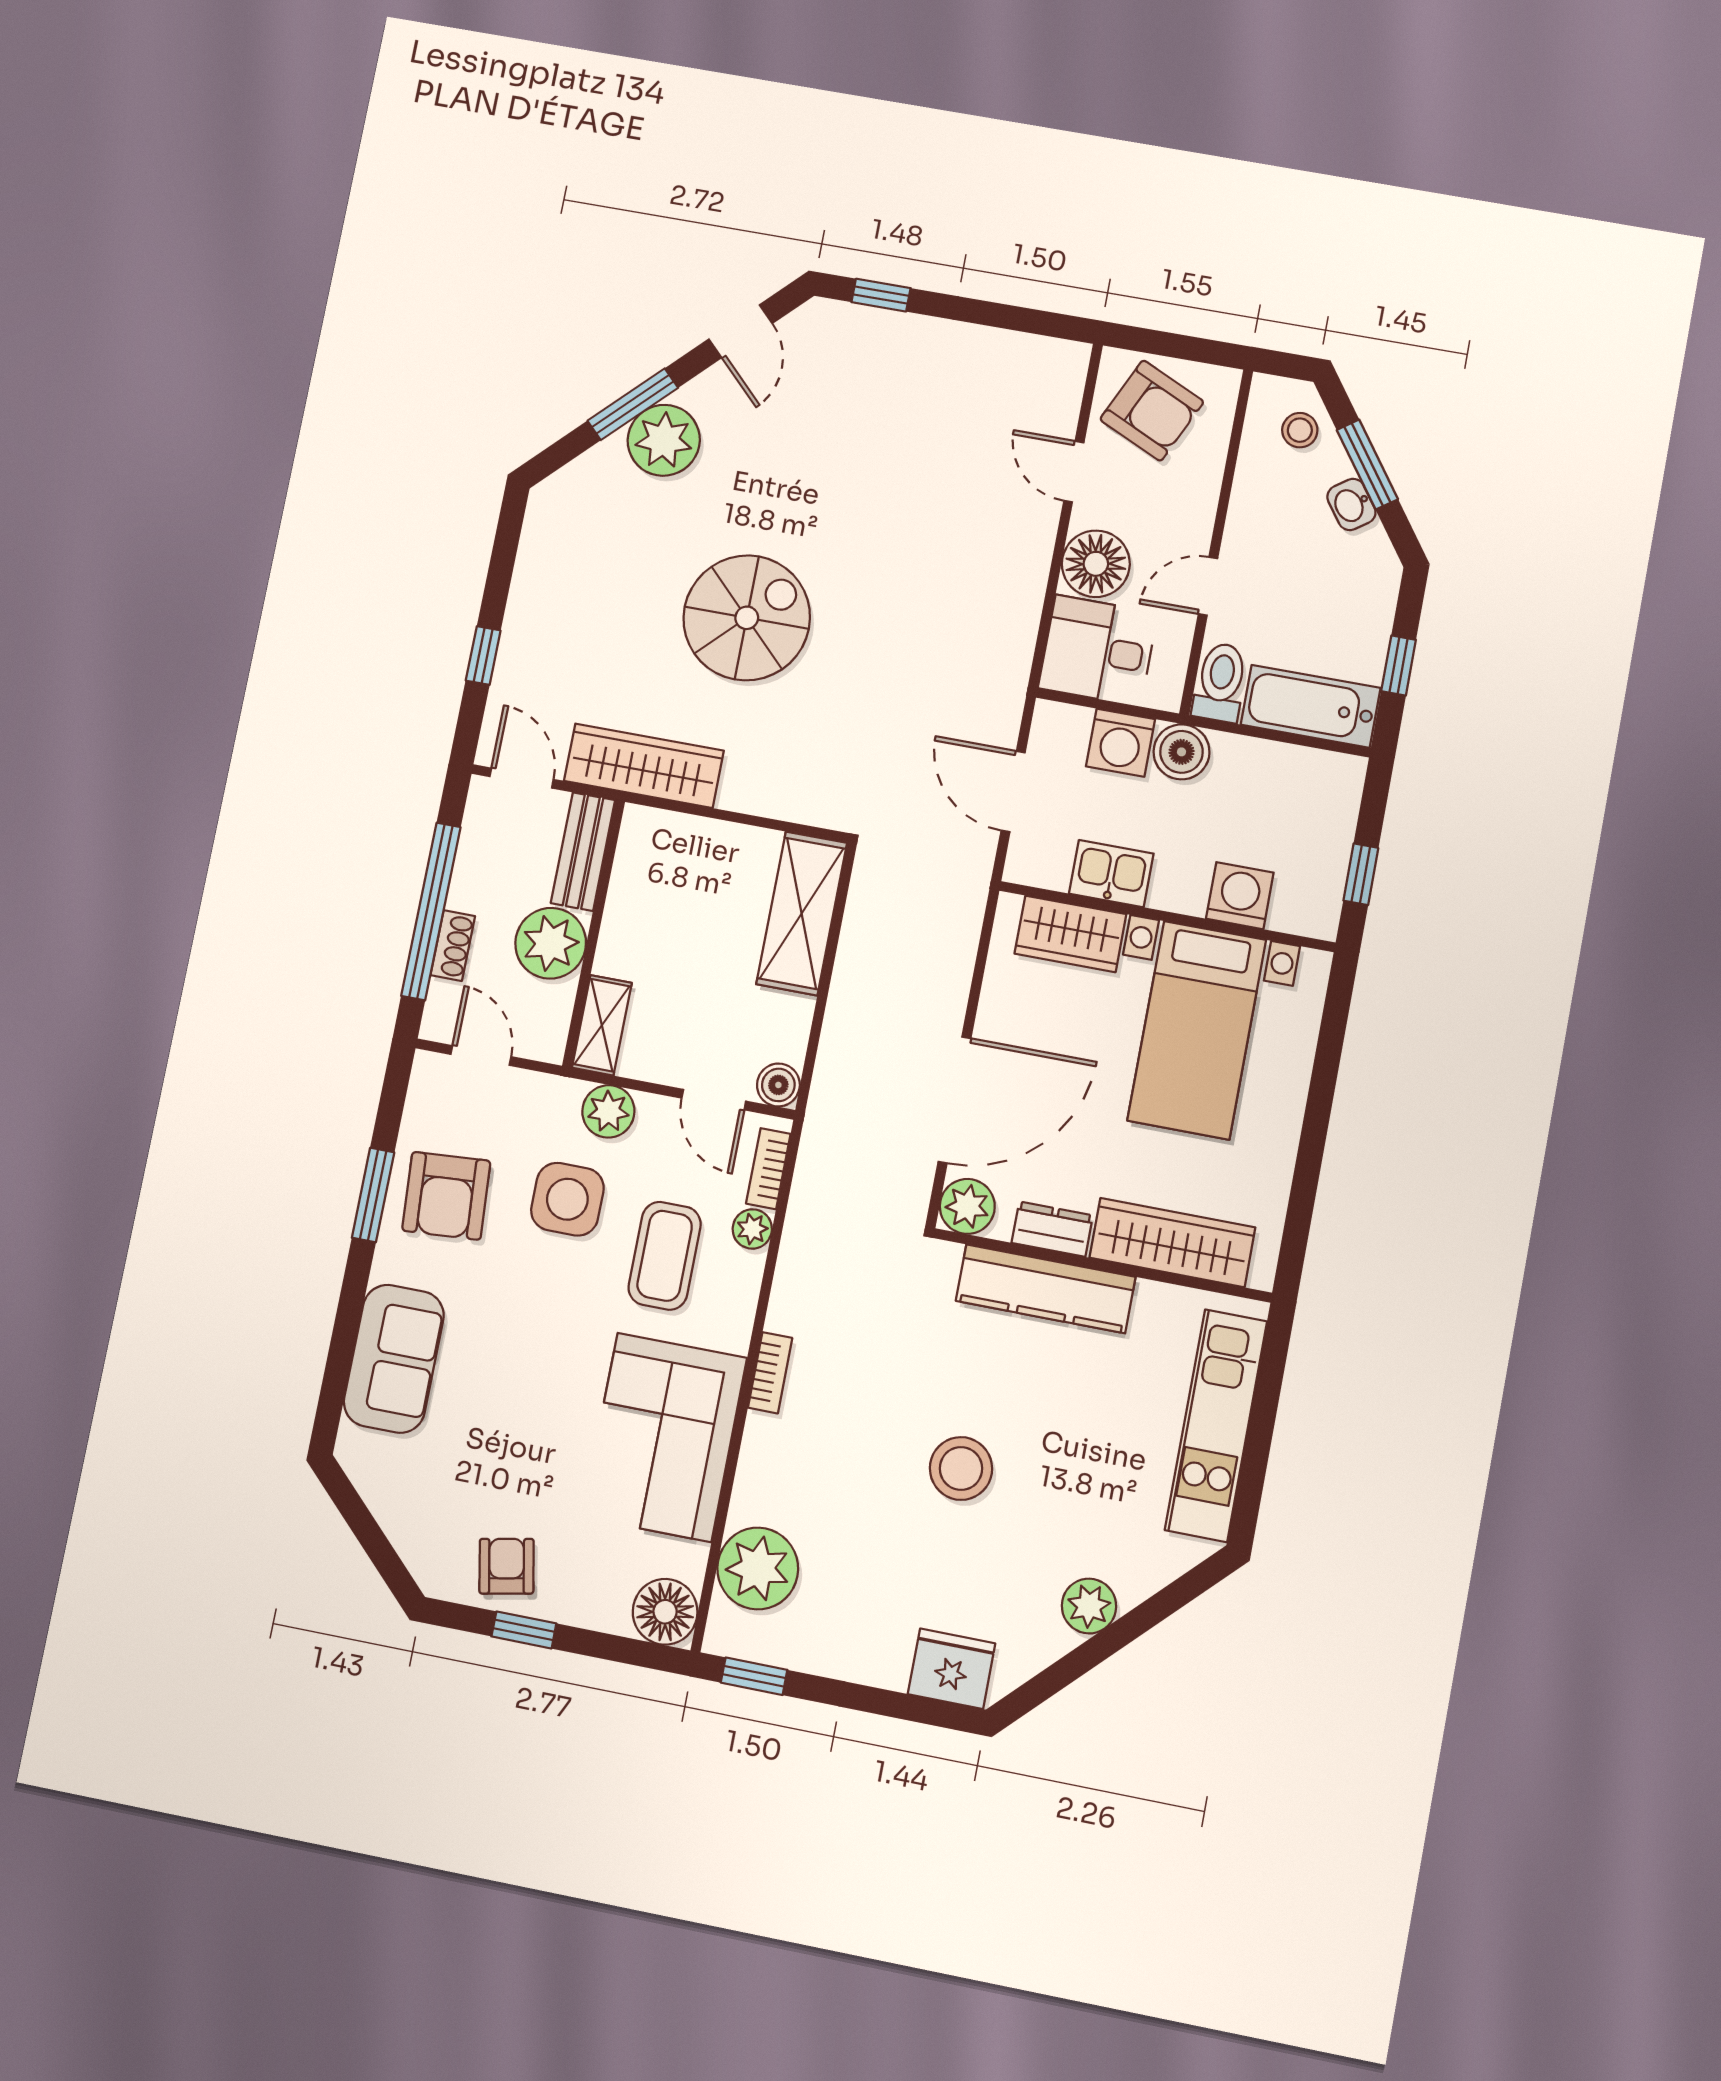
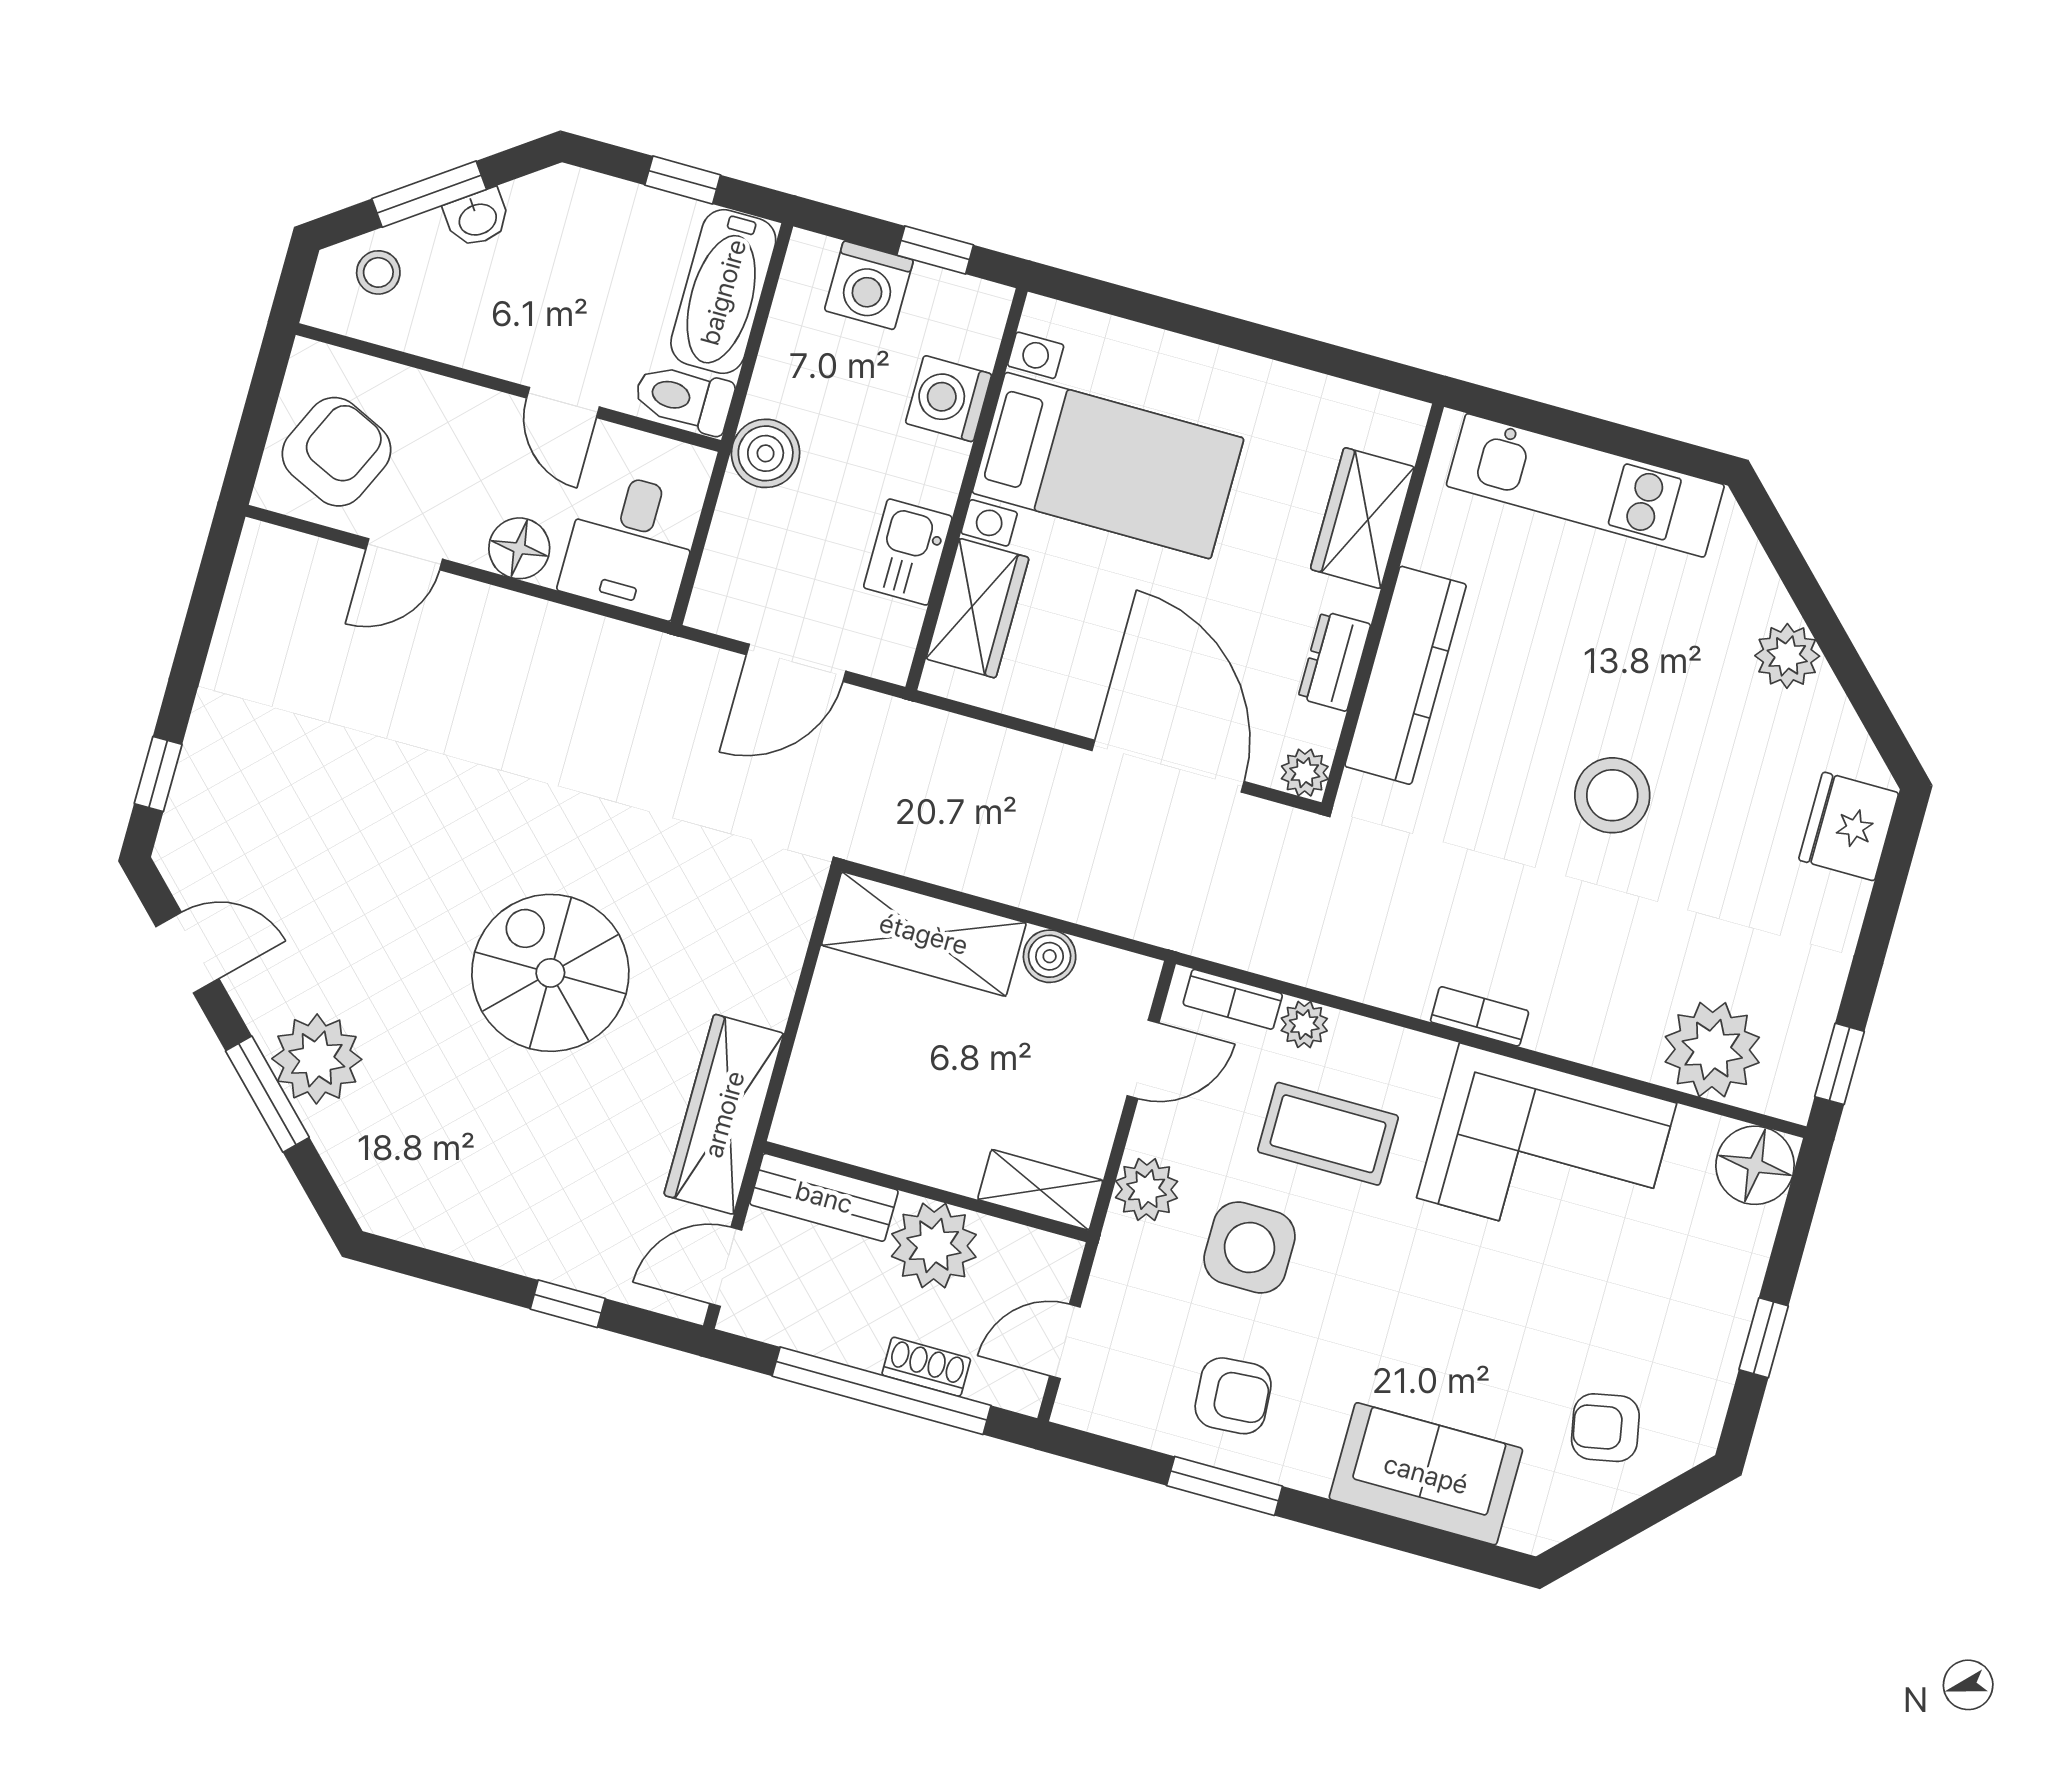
floor lamp: (1096, 564) -> (519, 548), width x0.73, depth x0.73
washing machine: (1121, 743) -> (869, 285), moved, turned 90
boiler: (778, 1085) -> (1050, 956), moved
armchair: (446, 1196) -> (1233, 1396), width x0.72, depth x0.72
plant: (967, 1206) -> (1305, 773), width x0.73, depth x0.73
wardrobe: (1172, 1243) -> (1362, 518), width x0.67
armchair: (507, 1566) -> (1605, 1428), moved

